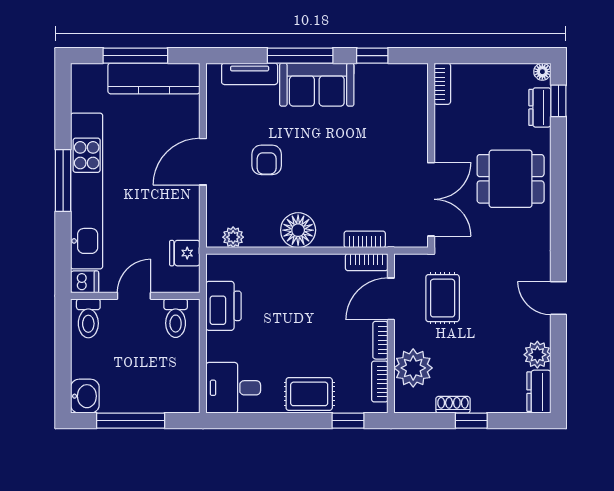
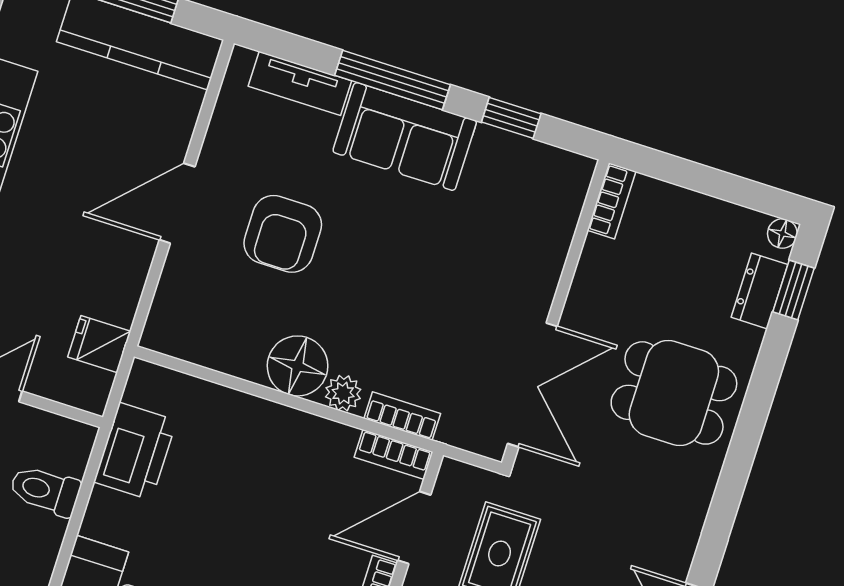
armchair: (267, 160) -> (283, 234), width x1.38, depth x1.38
plant: (233, 237) -> (343, 393), moved
toilet: (176, 318) -> (45, 490), moved, turned 90

